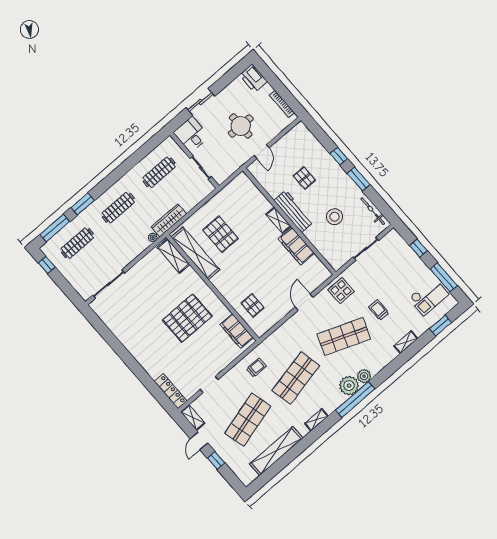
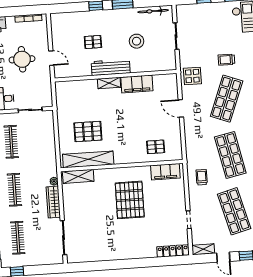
wardrobe: (169, 220) -> (53, 202), moved

